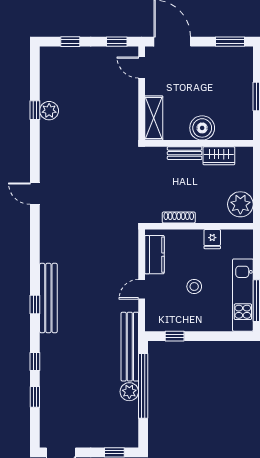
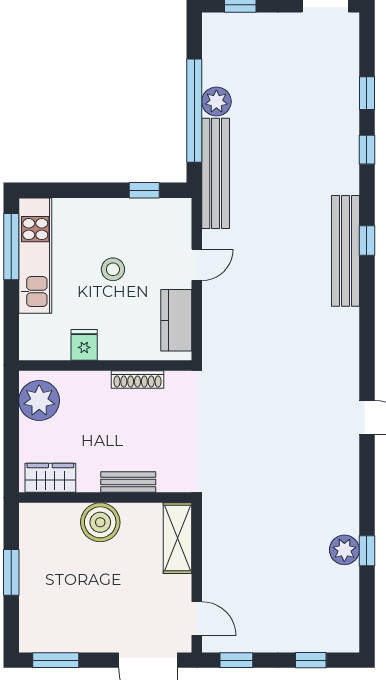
wardrobe: (219, 156) -> (50, 478), moved

